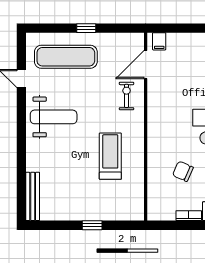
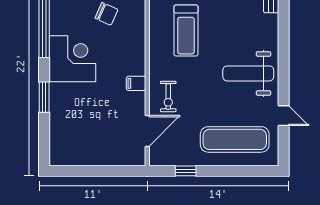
window: (86, 28) -> (186, 171), moved
filing cabinet: (159, 41) -> (136, 83), moved, turned -90

